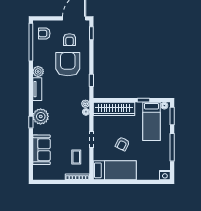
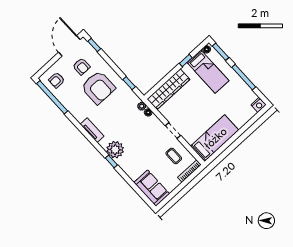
armchair: (68, 64) -> (98, 87), turned 180
plant: (38, 71) -> (80, 115), removed
armchair: (122, 144) -> (201, 111), removed
sofa: (41, 150) -> (152, 188), moved

